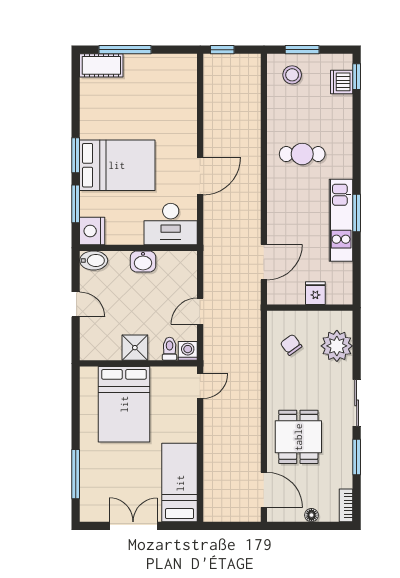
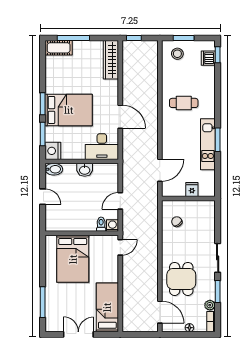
wardrobe: (185, 85) -> (111, 60), added
door: (200, 176) -> (120, 117), hinge flipped
plant: (337, 346) -> (210, 305), moved, width x0.53, depth x0.53
shower: (135, 348) -> (80, 223), removed

